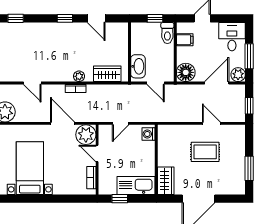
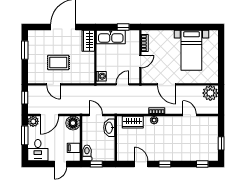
plant: (86, 135) -> (149, 76), removed
door: (97, 154) -> (140, 61), hinge flipped

